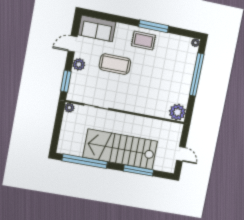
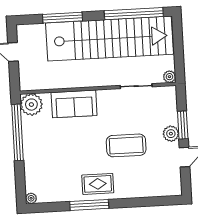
sofa: (97, 28) -> (74, 104), moved, turned 180
window: (197, 75) -> (18, 132), moved
window: (66, 81) -> (183, 125), moved
stairs: (120, 149) -> (110, 39), width x1.36

